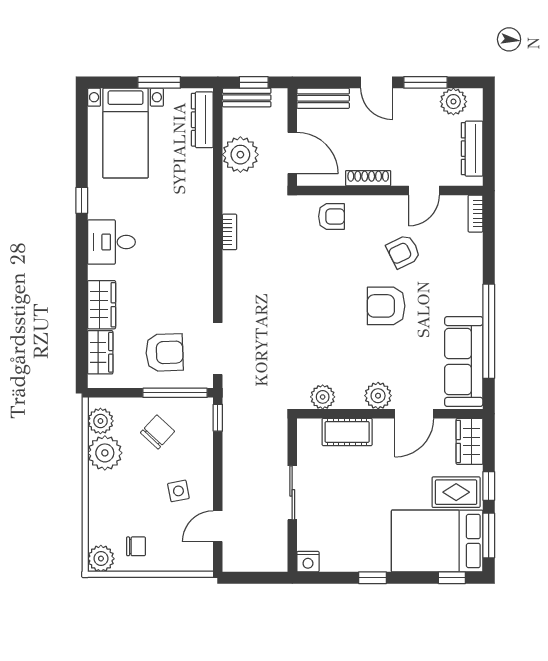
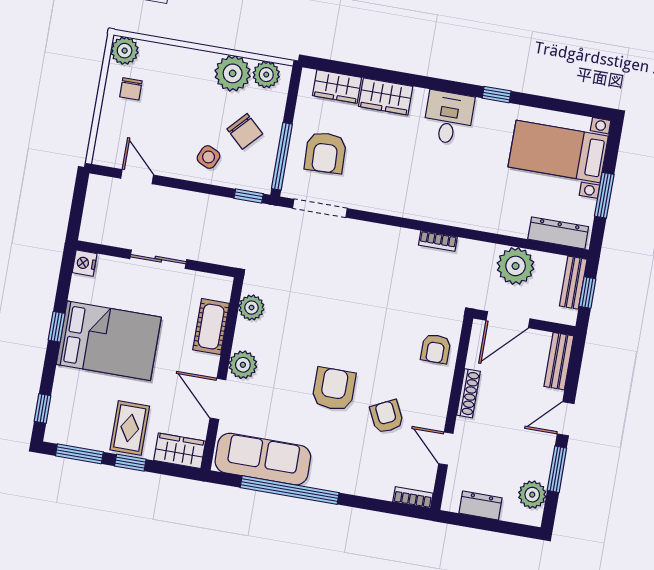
dresser: (472, 149) -> (480, 506), width x0.70
side table: (178, 491) -> (209, 157), moved, turned 36
bed: (437, 541) -> (109, 341), moved, turned 90

